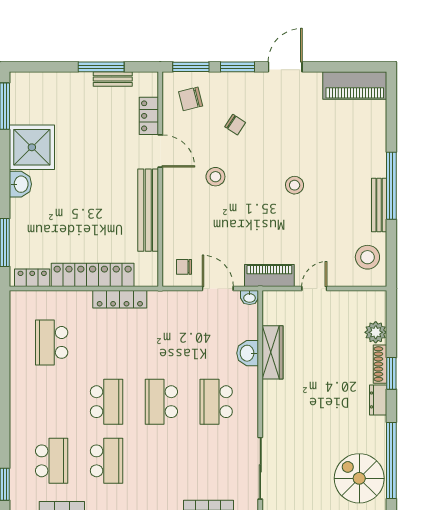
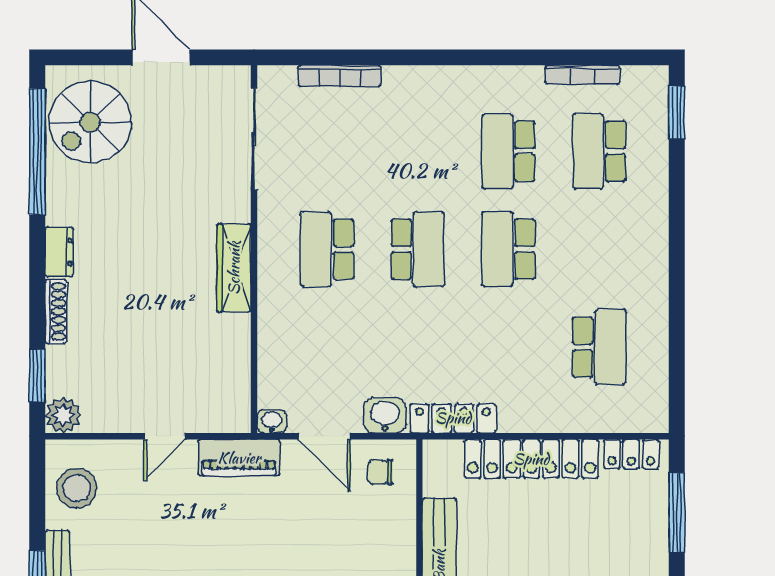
chair: (184, 267) -> (380, 472), turned 180
locker: (120, 299) -> (453, 418), moved
plant: (376, 332) -> (63, 415), moved
wardrobe: (272, 352) -> (234, 268), moved
washbasin: (248, 353) -> (385, 416), moved, turned -90
window: (391, 373) -> (37, 376), moved
school desk: (216, 402) -> (327, 249), turned 180
spiral stairs: (359, 478) -> (90, 122), turned 90

